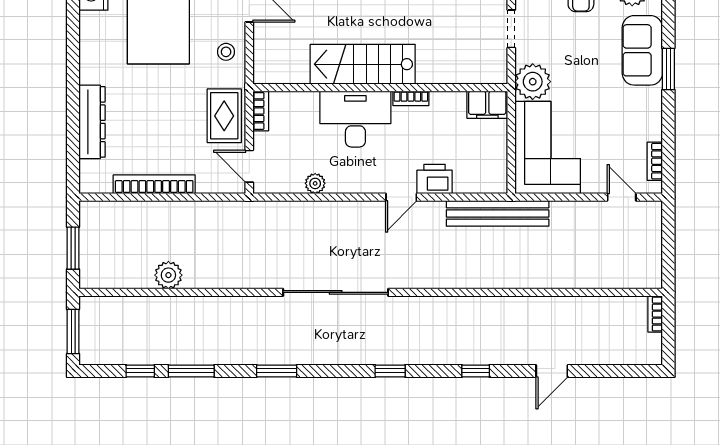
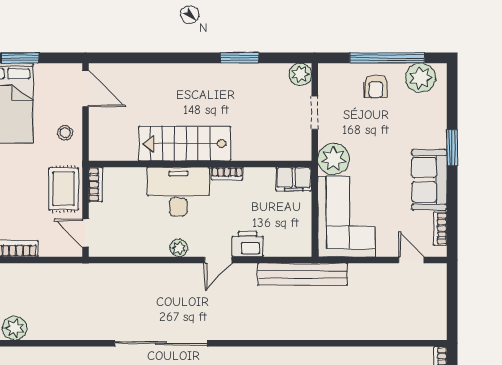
sofa: (642, 50) -> (429, 180), moved
plant: (315, 183) -> (179, 248), moved

